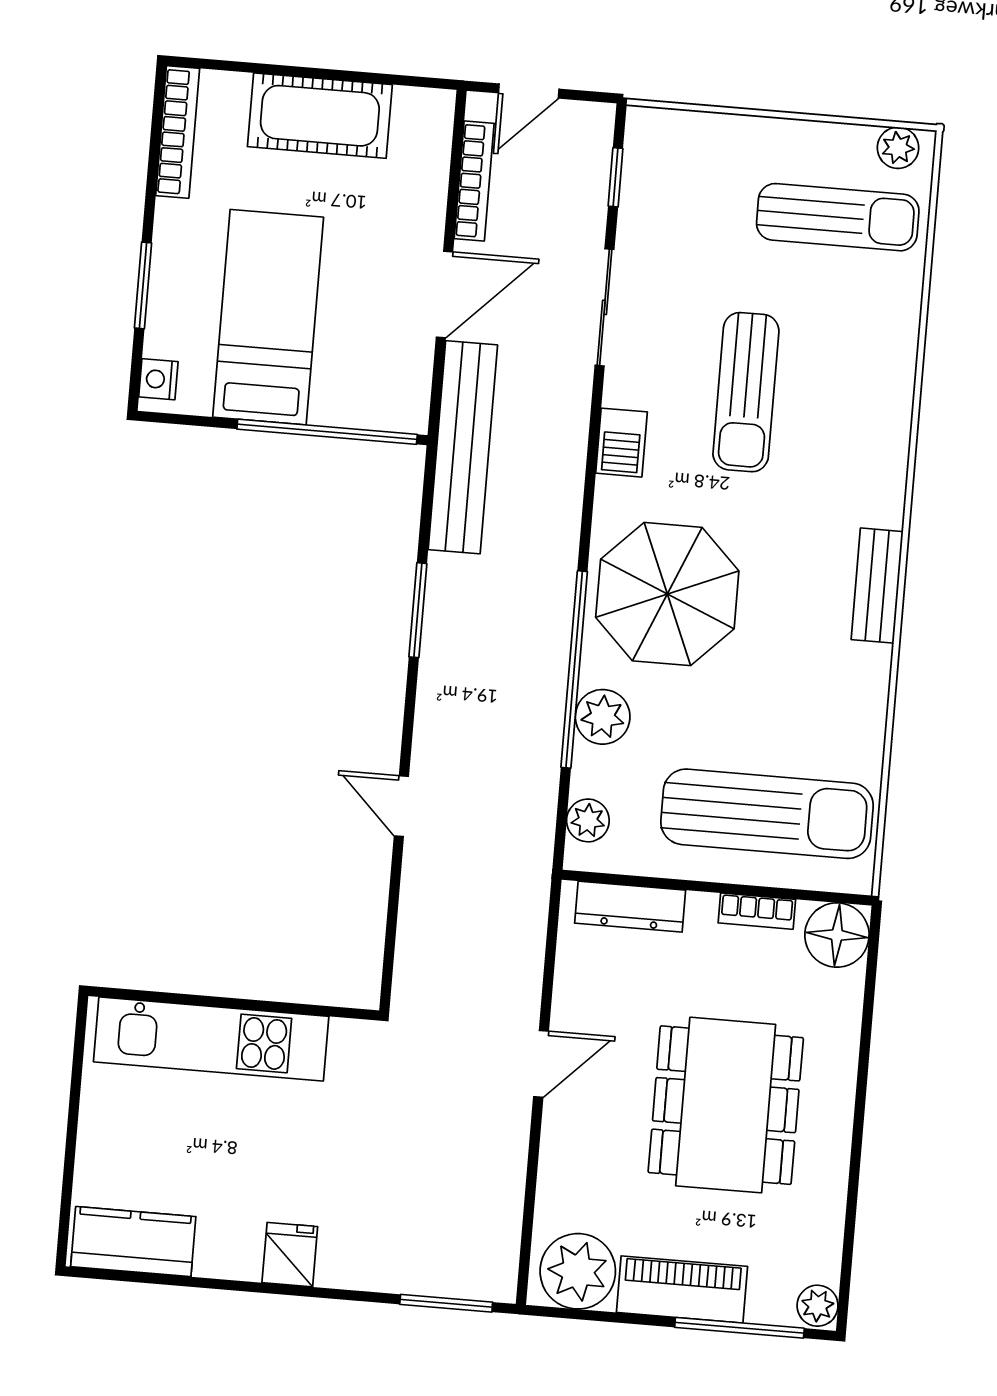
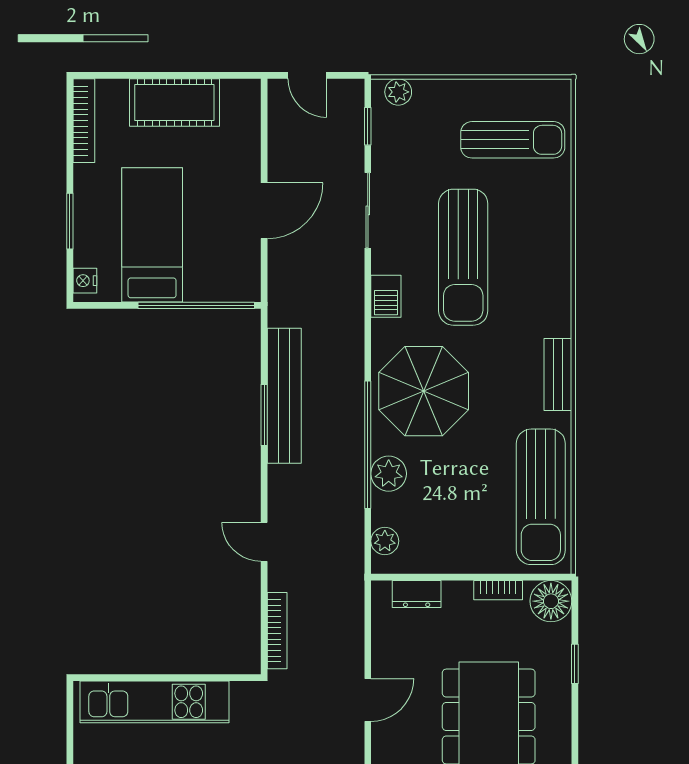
door: (529, 91) -> (307, 75), hinge flipped
plant: (898, 148) -> (398, 92), moved
bookcase: (474, 181) -> (277, 631), moved
sun lounger: (746, 392) -> (463, 257), width x1.36, depth x1.34
bench: (463, 447) -> (284, 396), moved
sun lounger: (767, 814) -> (541, 497), moved, turned 90
dresser: (630, 907) -> (417, 594), width x0.70
window: (866, 1035) -> (575, 664), added

